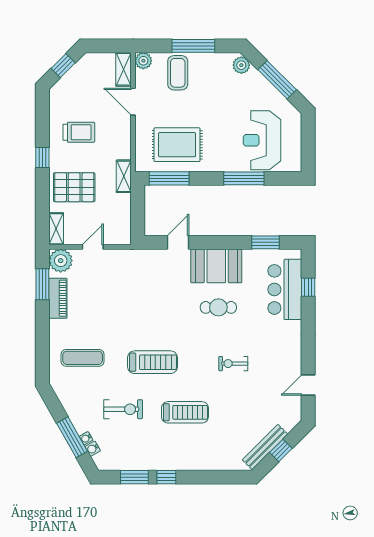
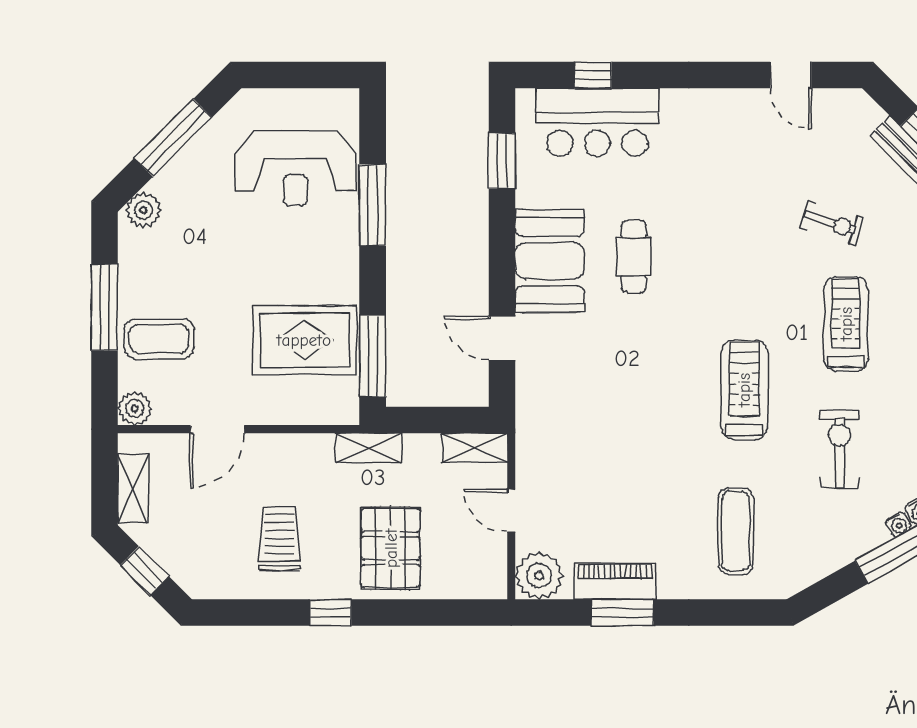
shelving: (123, 69) -> (133, 489), moved, turned 90
rug: (177, 145) -> (304, 340), turned 90
shelving: (56, 229) -> (475, 448), moved
window: (42, 284) -> (622, 612), moved
exercise bike: (233, 364) -> (832, 223), moved, turned -72

